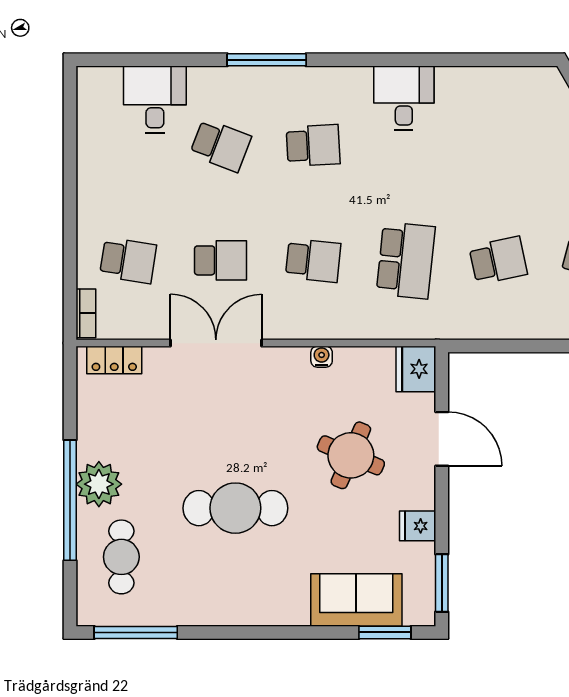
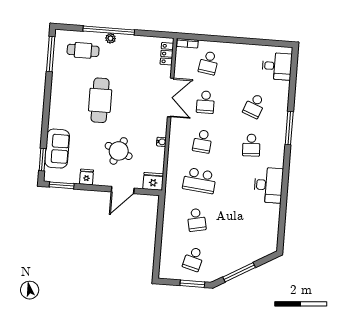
desk: (404, 98) -> (268, 185), width x1.37
desk: (155, 99) -> (277, 66), moved
plant: (99, 484) -> (111, 38), width x0.53, depth x0.53

